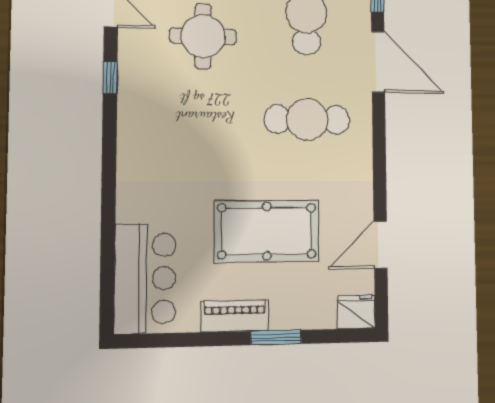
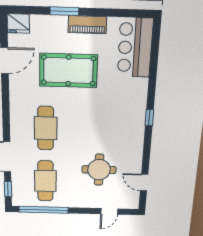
window: (110, 77) -> (149, 118), moved
cafe table: (307, 119) -> (46, 128), turned 90

